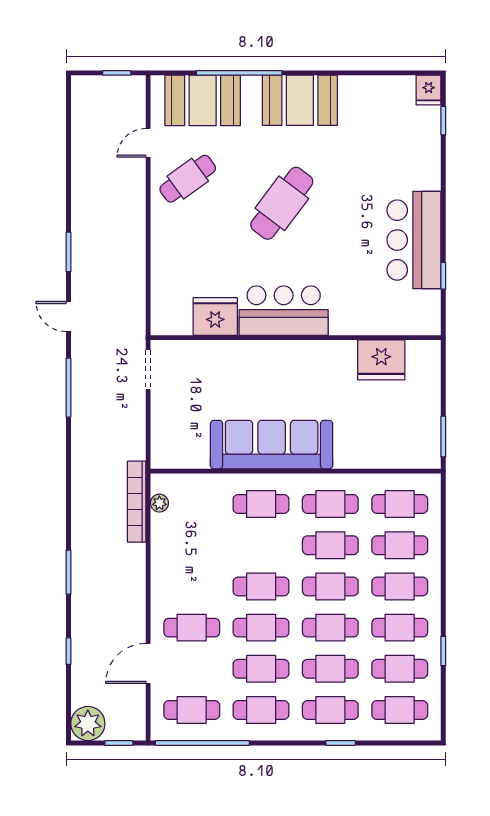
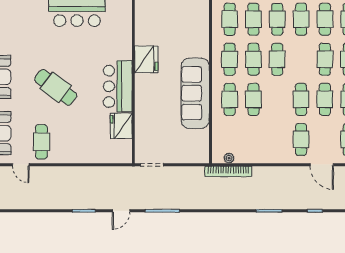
cafe table: (188, 179) -> (41, 142), turned 36
fridge: (381, 360) -> (146, 59), moved
cafe table: (261, 586) -> (253, 99), moved
cafe table: (330, 628) -> (301, 59), removed

